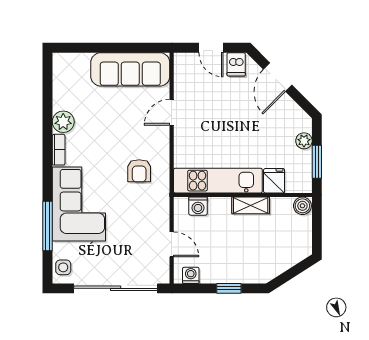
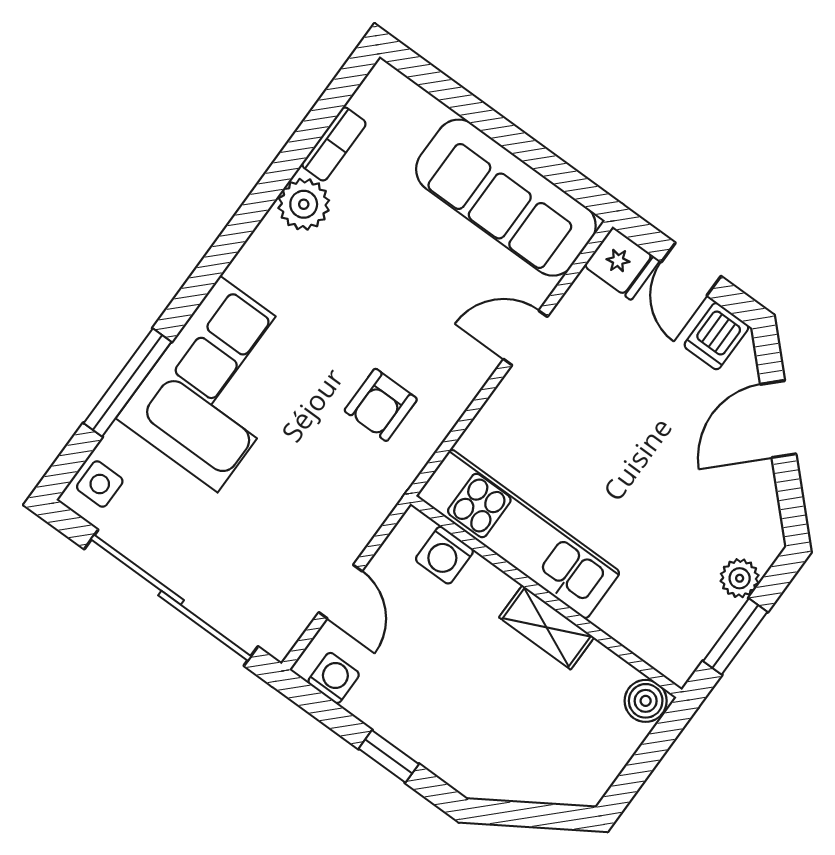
bookcase: (59, 150) -> (334, 144), moved
fridge: (274, 181) -> (622, 263), moved, turned 90

